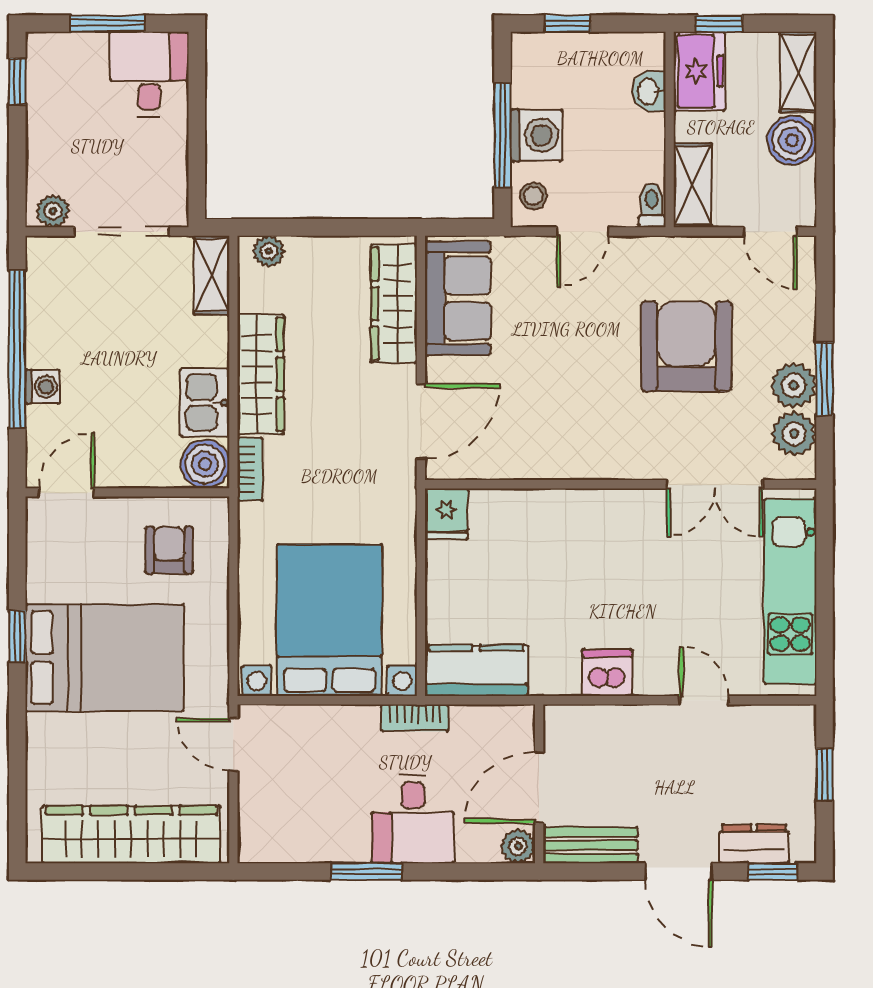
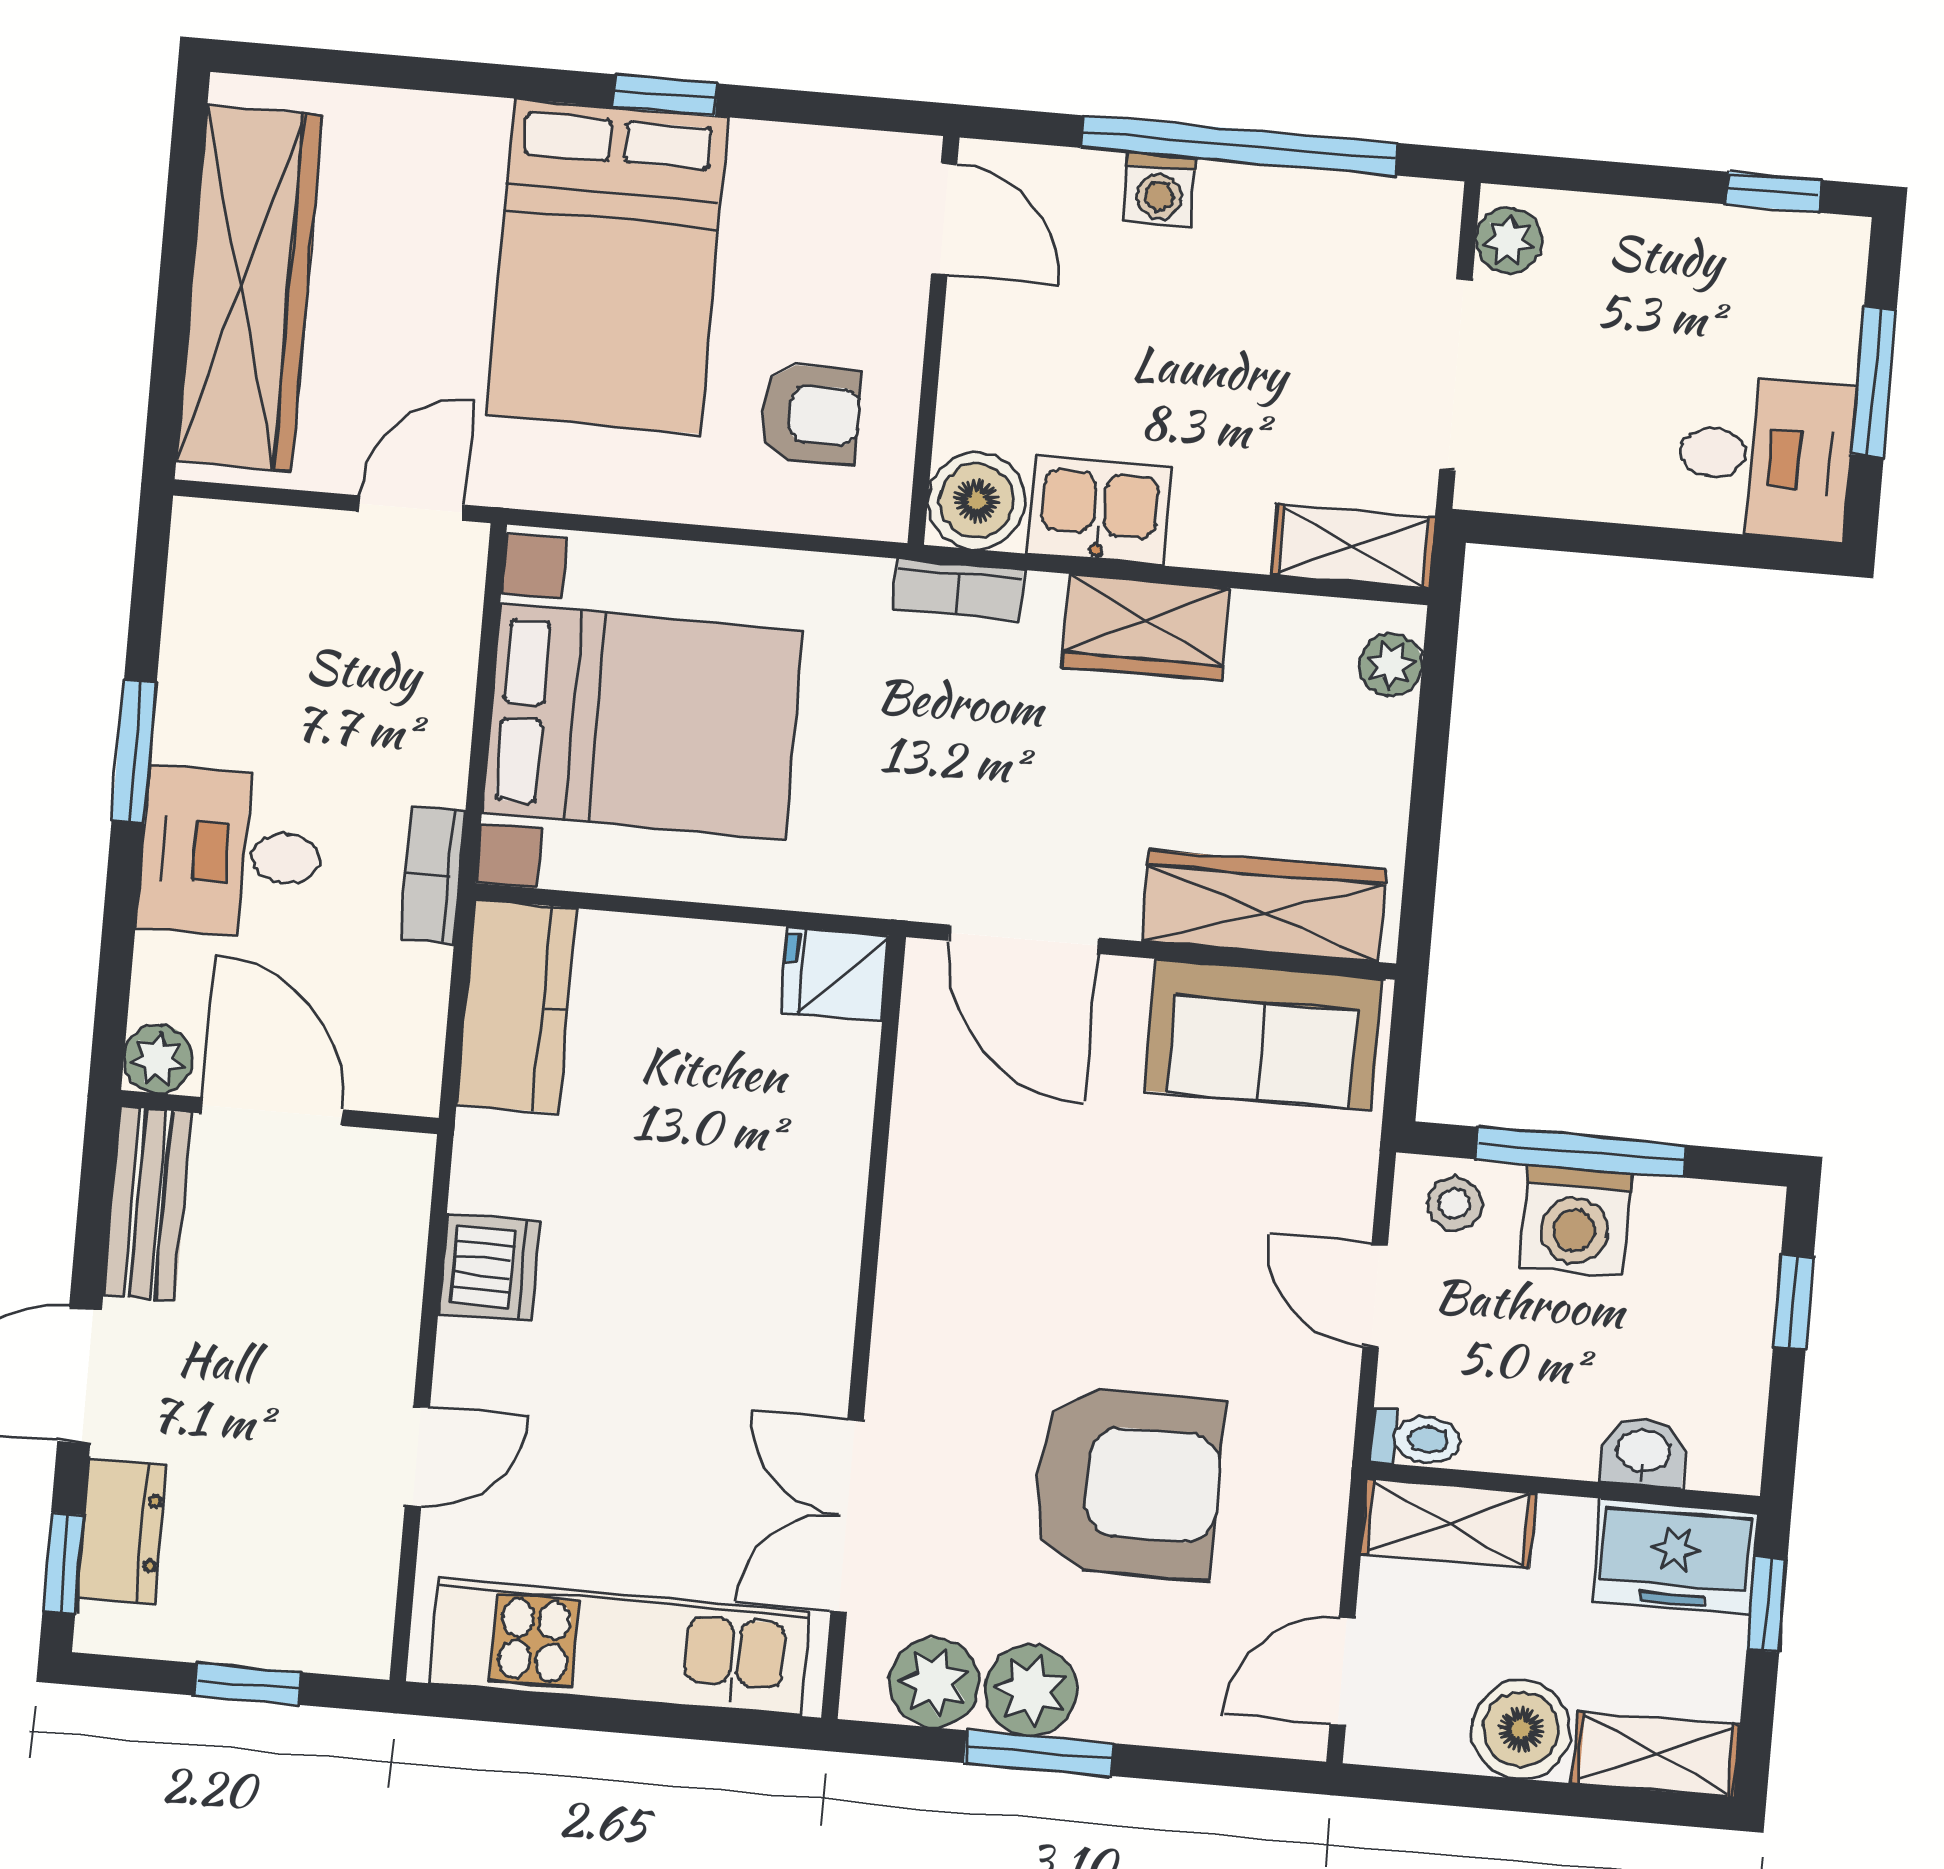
wardrobe: (261, 374) -> (1146, 627), width x0.67

